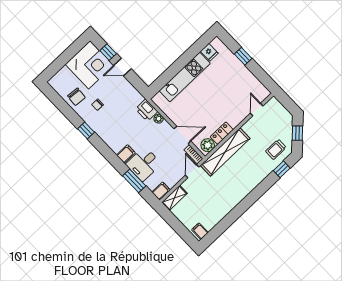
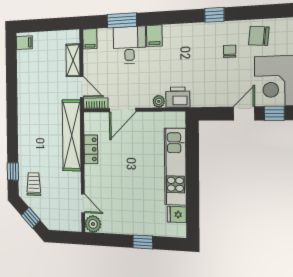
plant: (208, 145) -> (93, 224), moved
shelving: (174, 198) -> (73, 60), moved

